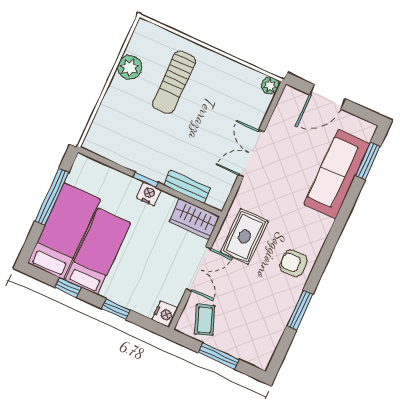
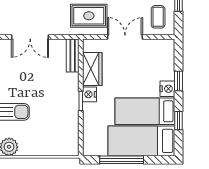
bench: (187, 187) -> (73, 55), moved
wardrobe: (194, 219) -> (92, 69), moved
nightstand: (165, 314) -> (167, 89), moved, turned 90
coffee table: (205, 320) -> (158, 17), turned -69

